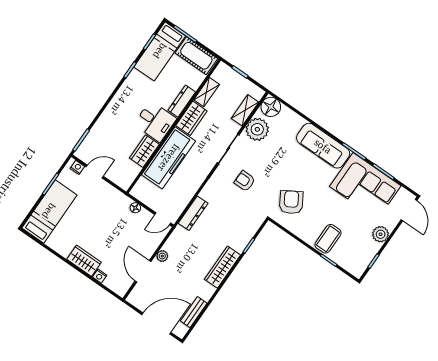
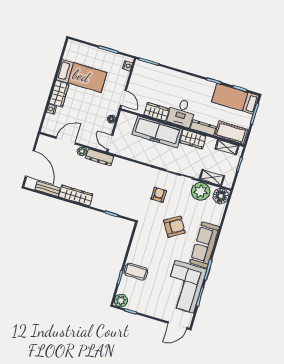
cot: (196, 56) -> (231, 133), moved, turned 90
shelving: (207, 92) -> (227, 147), moved
door: (95, 172) -> (123, 98), moved
armchair: (291, 202) -> (174, 227), moved
bed: (49, 211) -> (81, 76), moved
dresser: (193, 213) -> (100, 157), moved
plant: (381, 234) -> (121, 301), moved
wardrobe: (222, 267) -> (76, 196), moved

